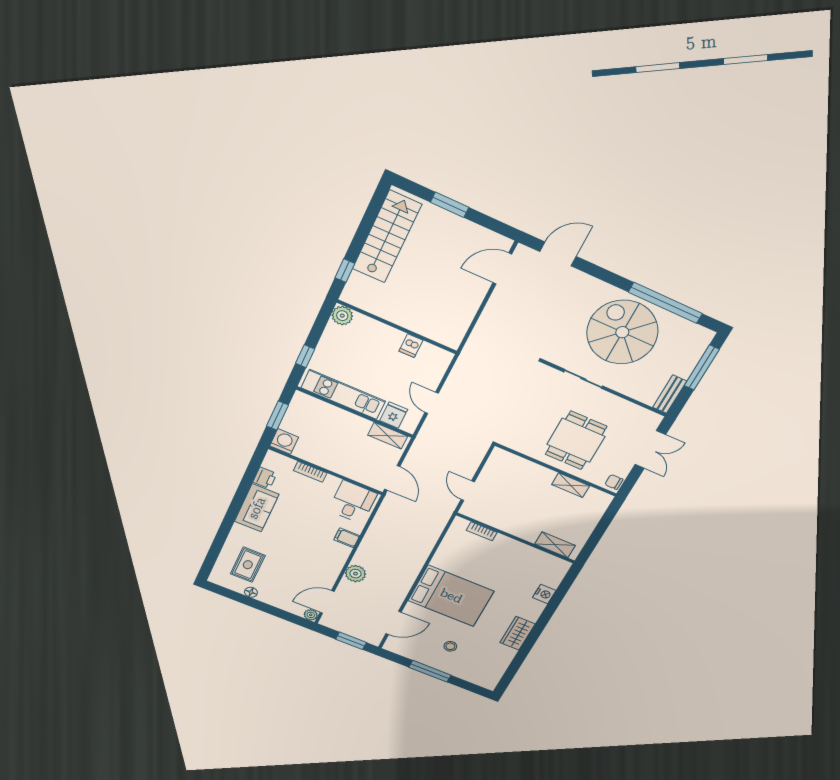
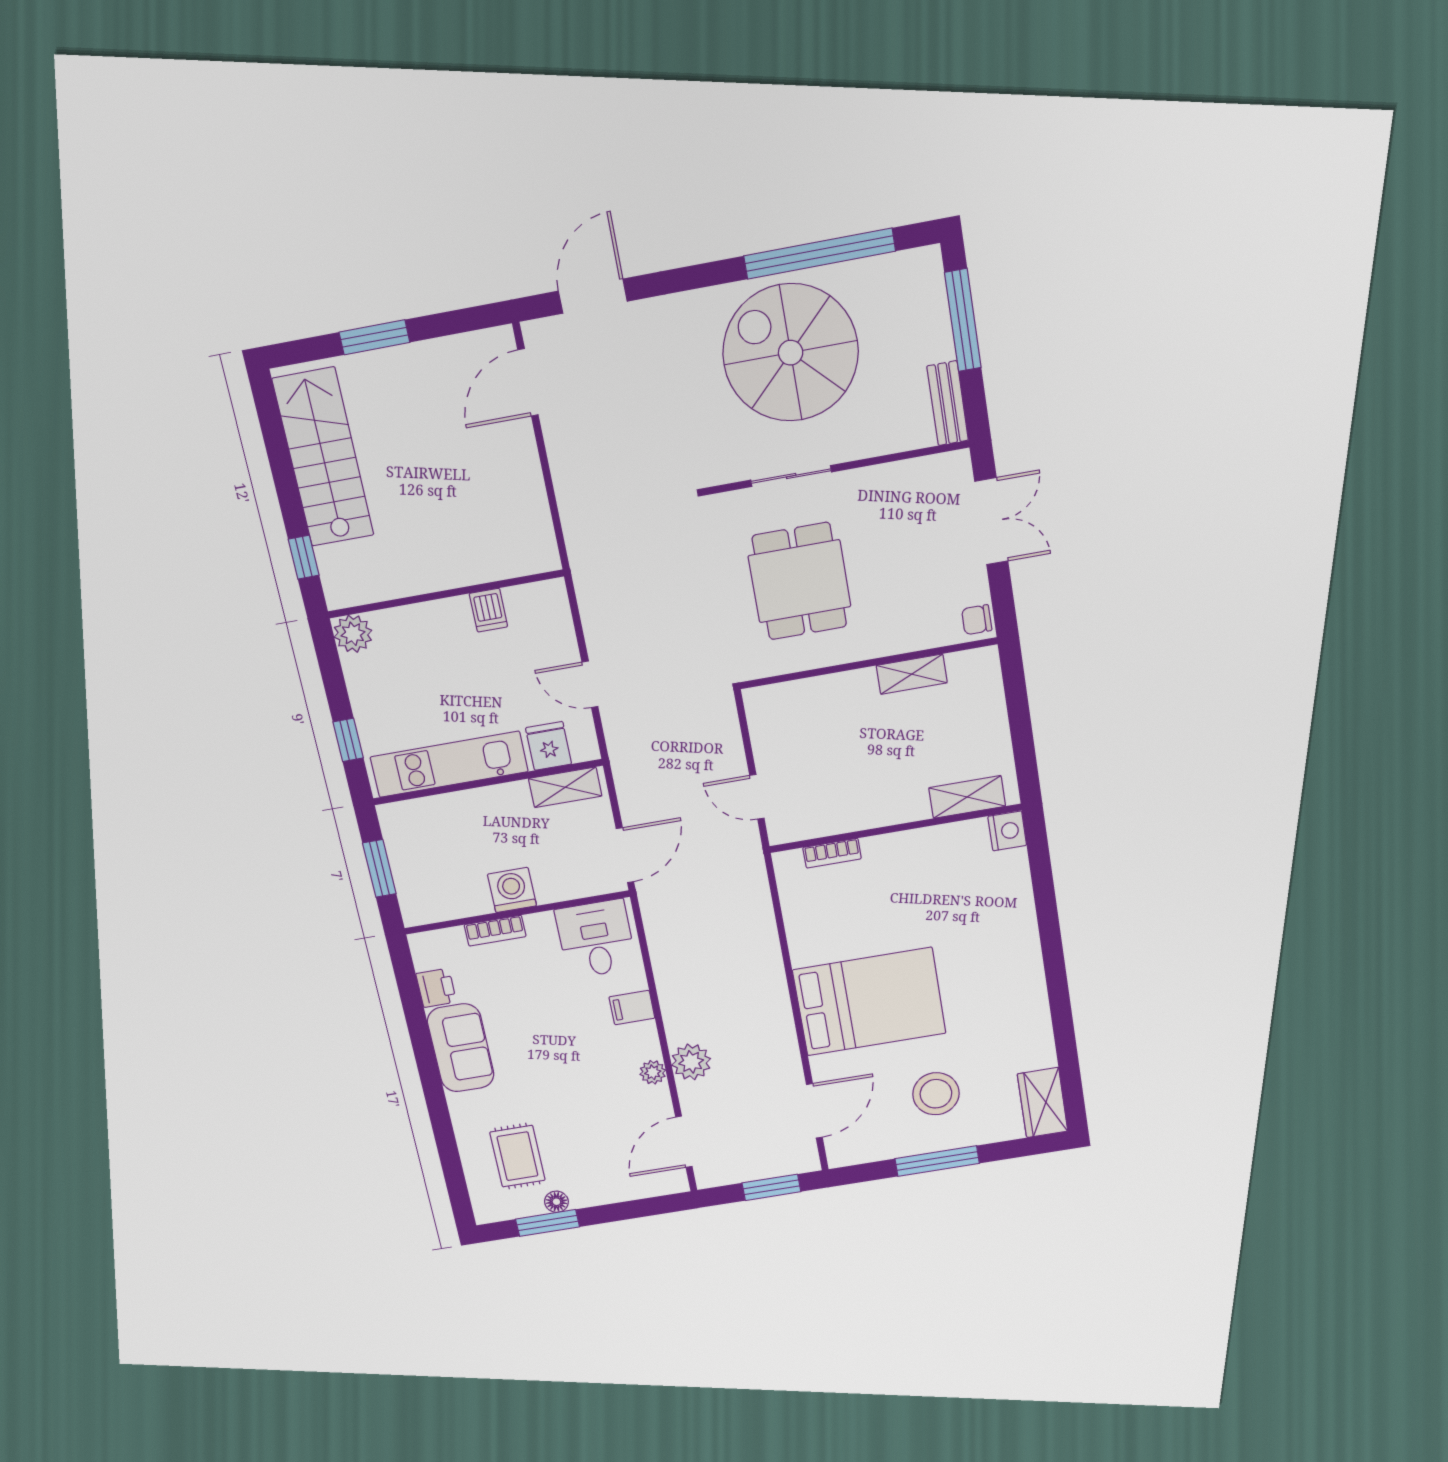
dining table: (576, 440) -> (799, 581), moved
washing machine: (284, 441) -> (512, 890), moved
door: (392, 478) -> (625, 855), hinge flipped
nightstand: (544, 594) -> (1007, 831), moved
window: (240, 598) -> (548, 1223), added
plant: (311, 615) -> (653, 1072), moved
wardrobe: (517, 633) -> (1043, 1103), moved
stool: (450, 646) -> (936, 1094), width x1.89, depth x1.89

